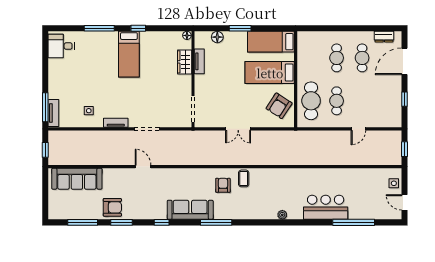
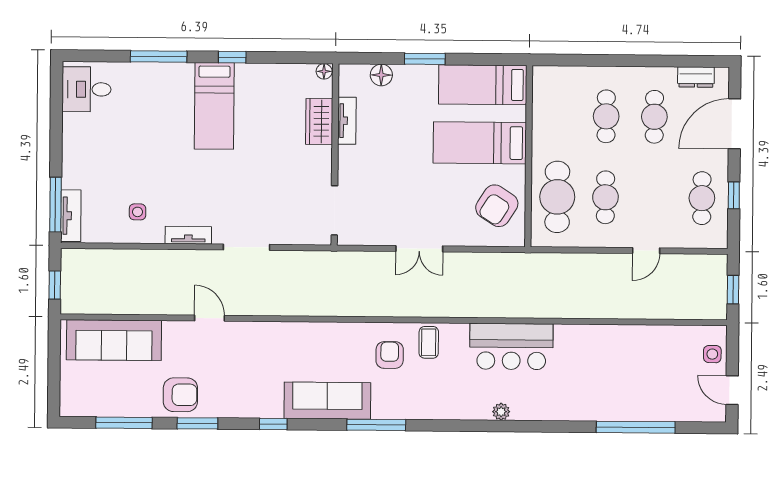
cafe table: (388, 101) -> (702, 198), added
door: (143, 167) -> (209, 318), moved
bar counter: (326, 207) -> (511, 346), moved, turned 180

